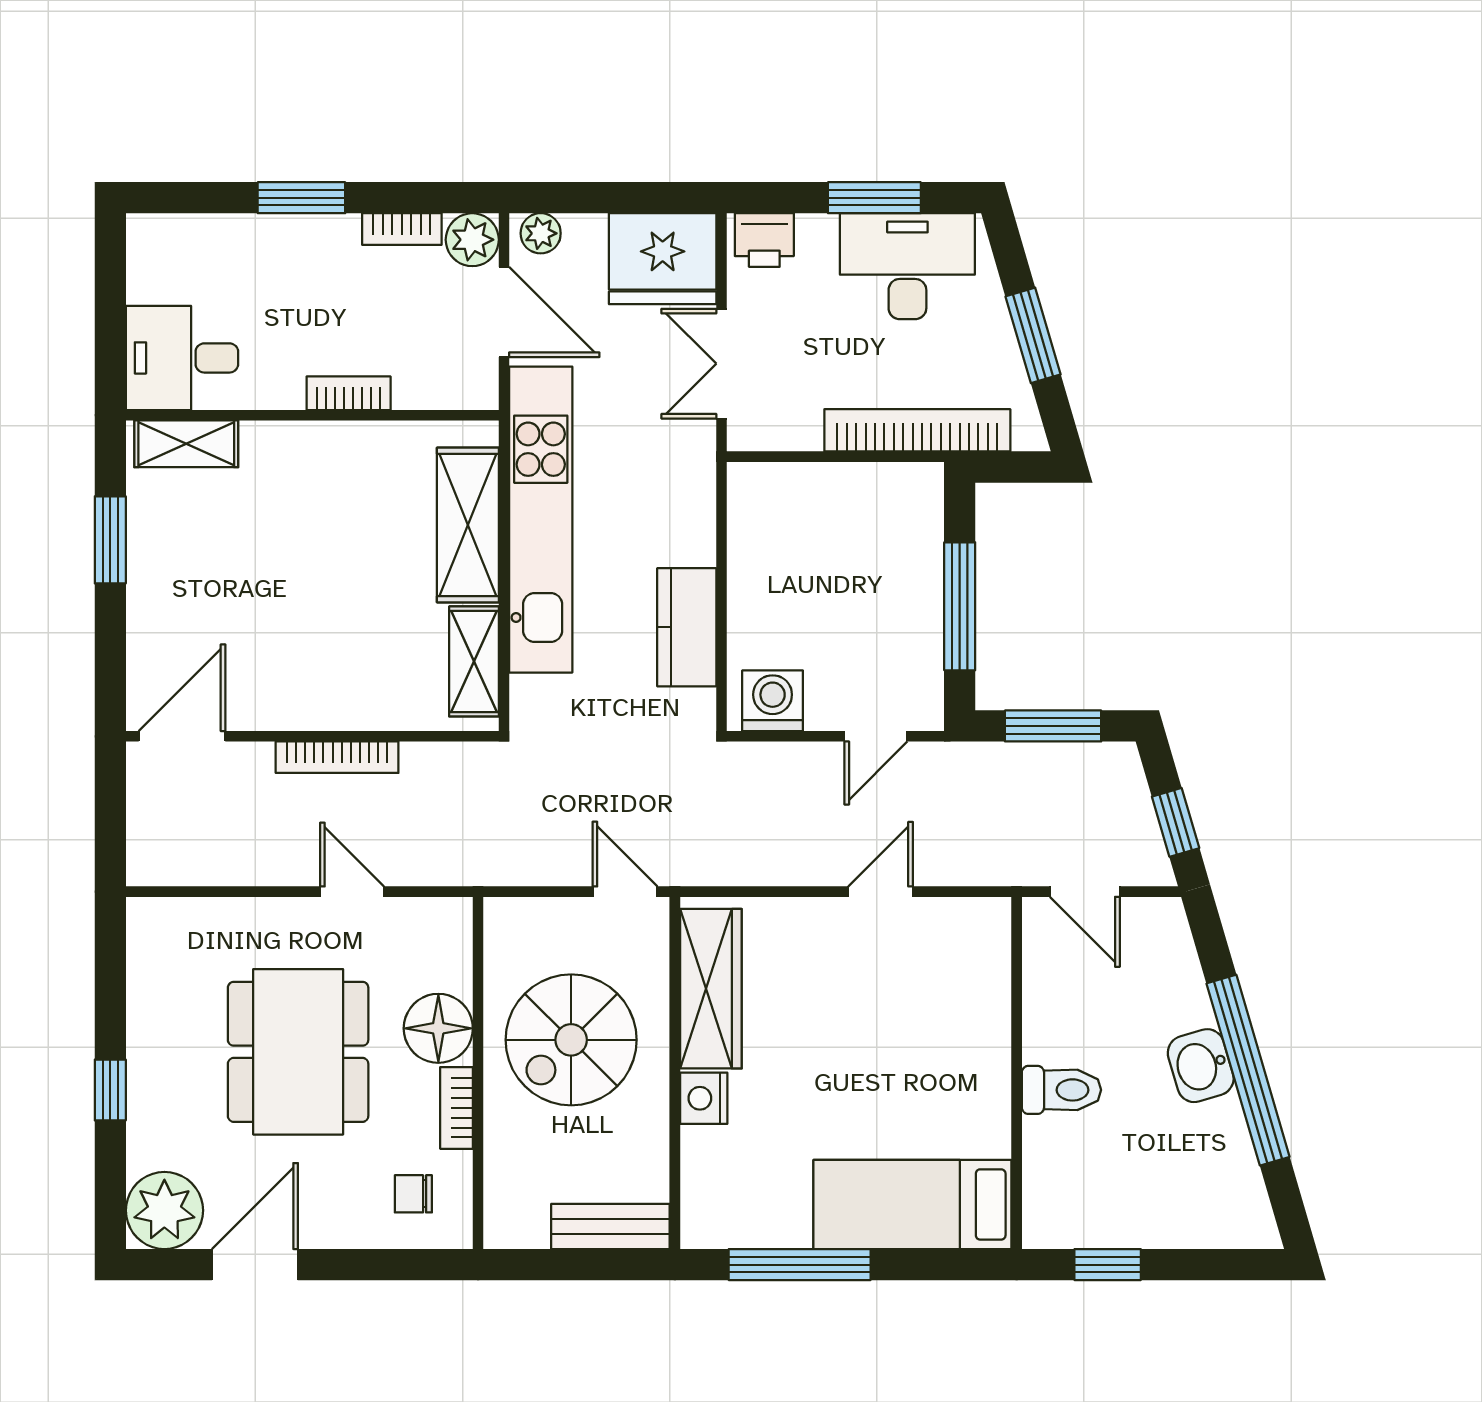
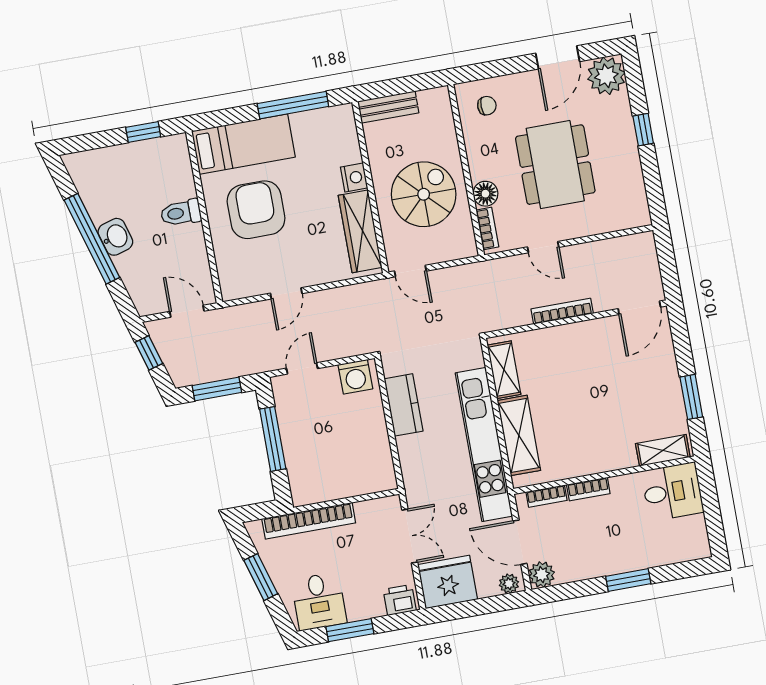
bookcase: (402, 229) -> (547, 496), moved, turned 180
desk: (907, 266) -> (319, 601), width x0.73
floor lamp: (438, 1028) -> (485, 194), width x0.73, depth x0.73
armchair: (911, 1069) -> (256, 210), added
bookcase: (457, 1108) -> (487, 229), moved

